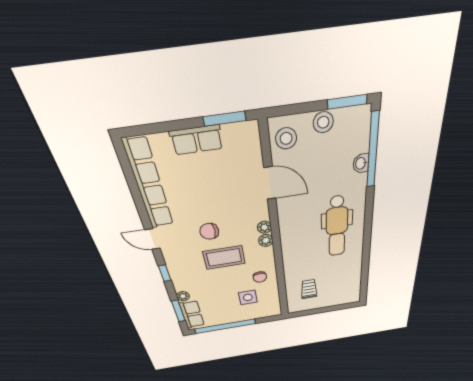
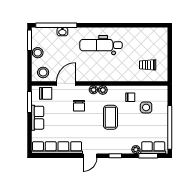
chair: (247, 149) -> (46, 93), added
dental chair: (337, 227) -> (101, 45), turned 180
chair: (209, 231) -> (79, 106), moved

